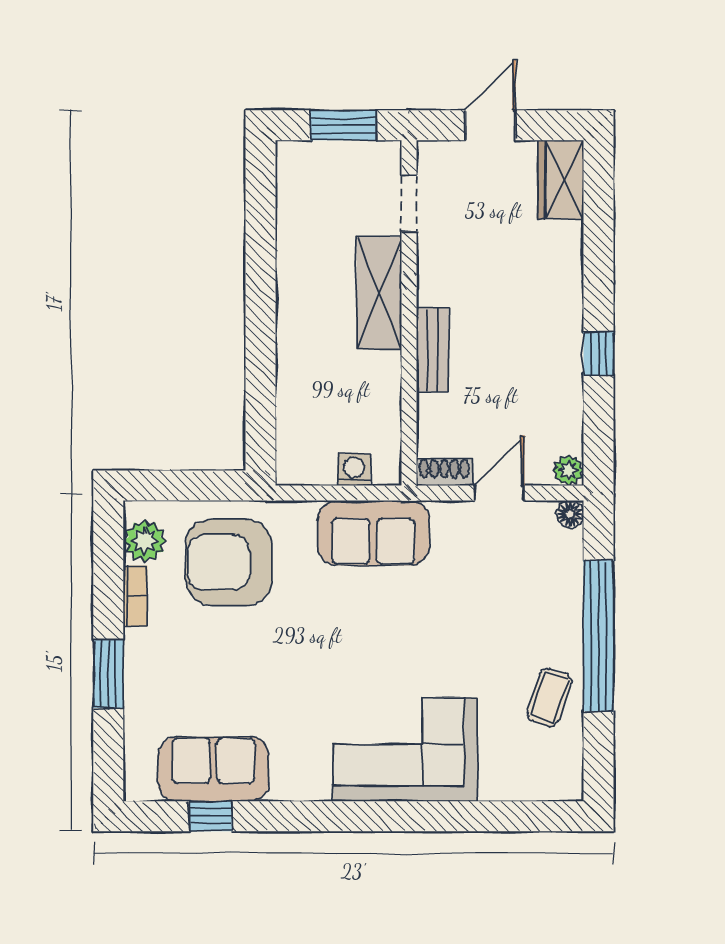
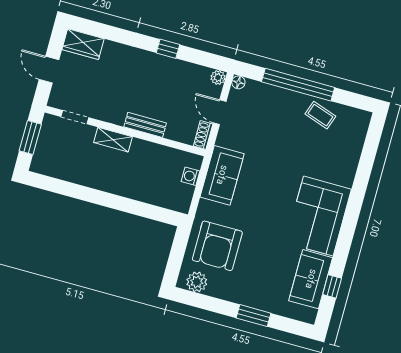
shelving: (379, 293) -> (113, 140), width x0.67, depth x0.75
bookcase: (135, 596) -> (221, 293), removed
corner sofa: (405, 749) -> (318, 216), moved

